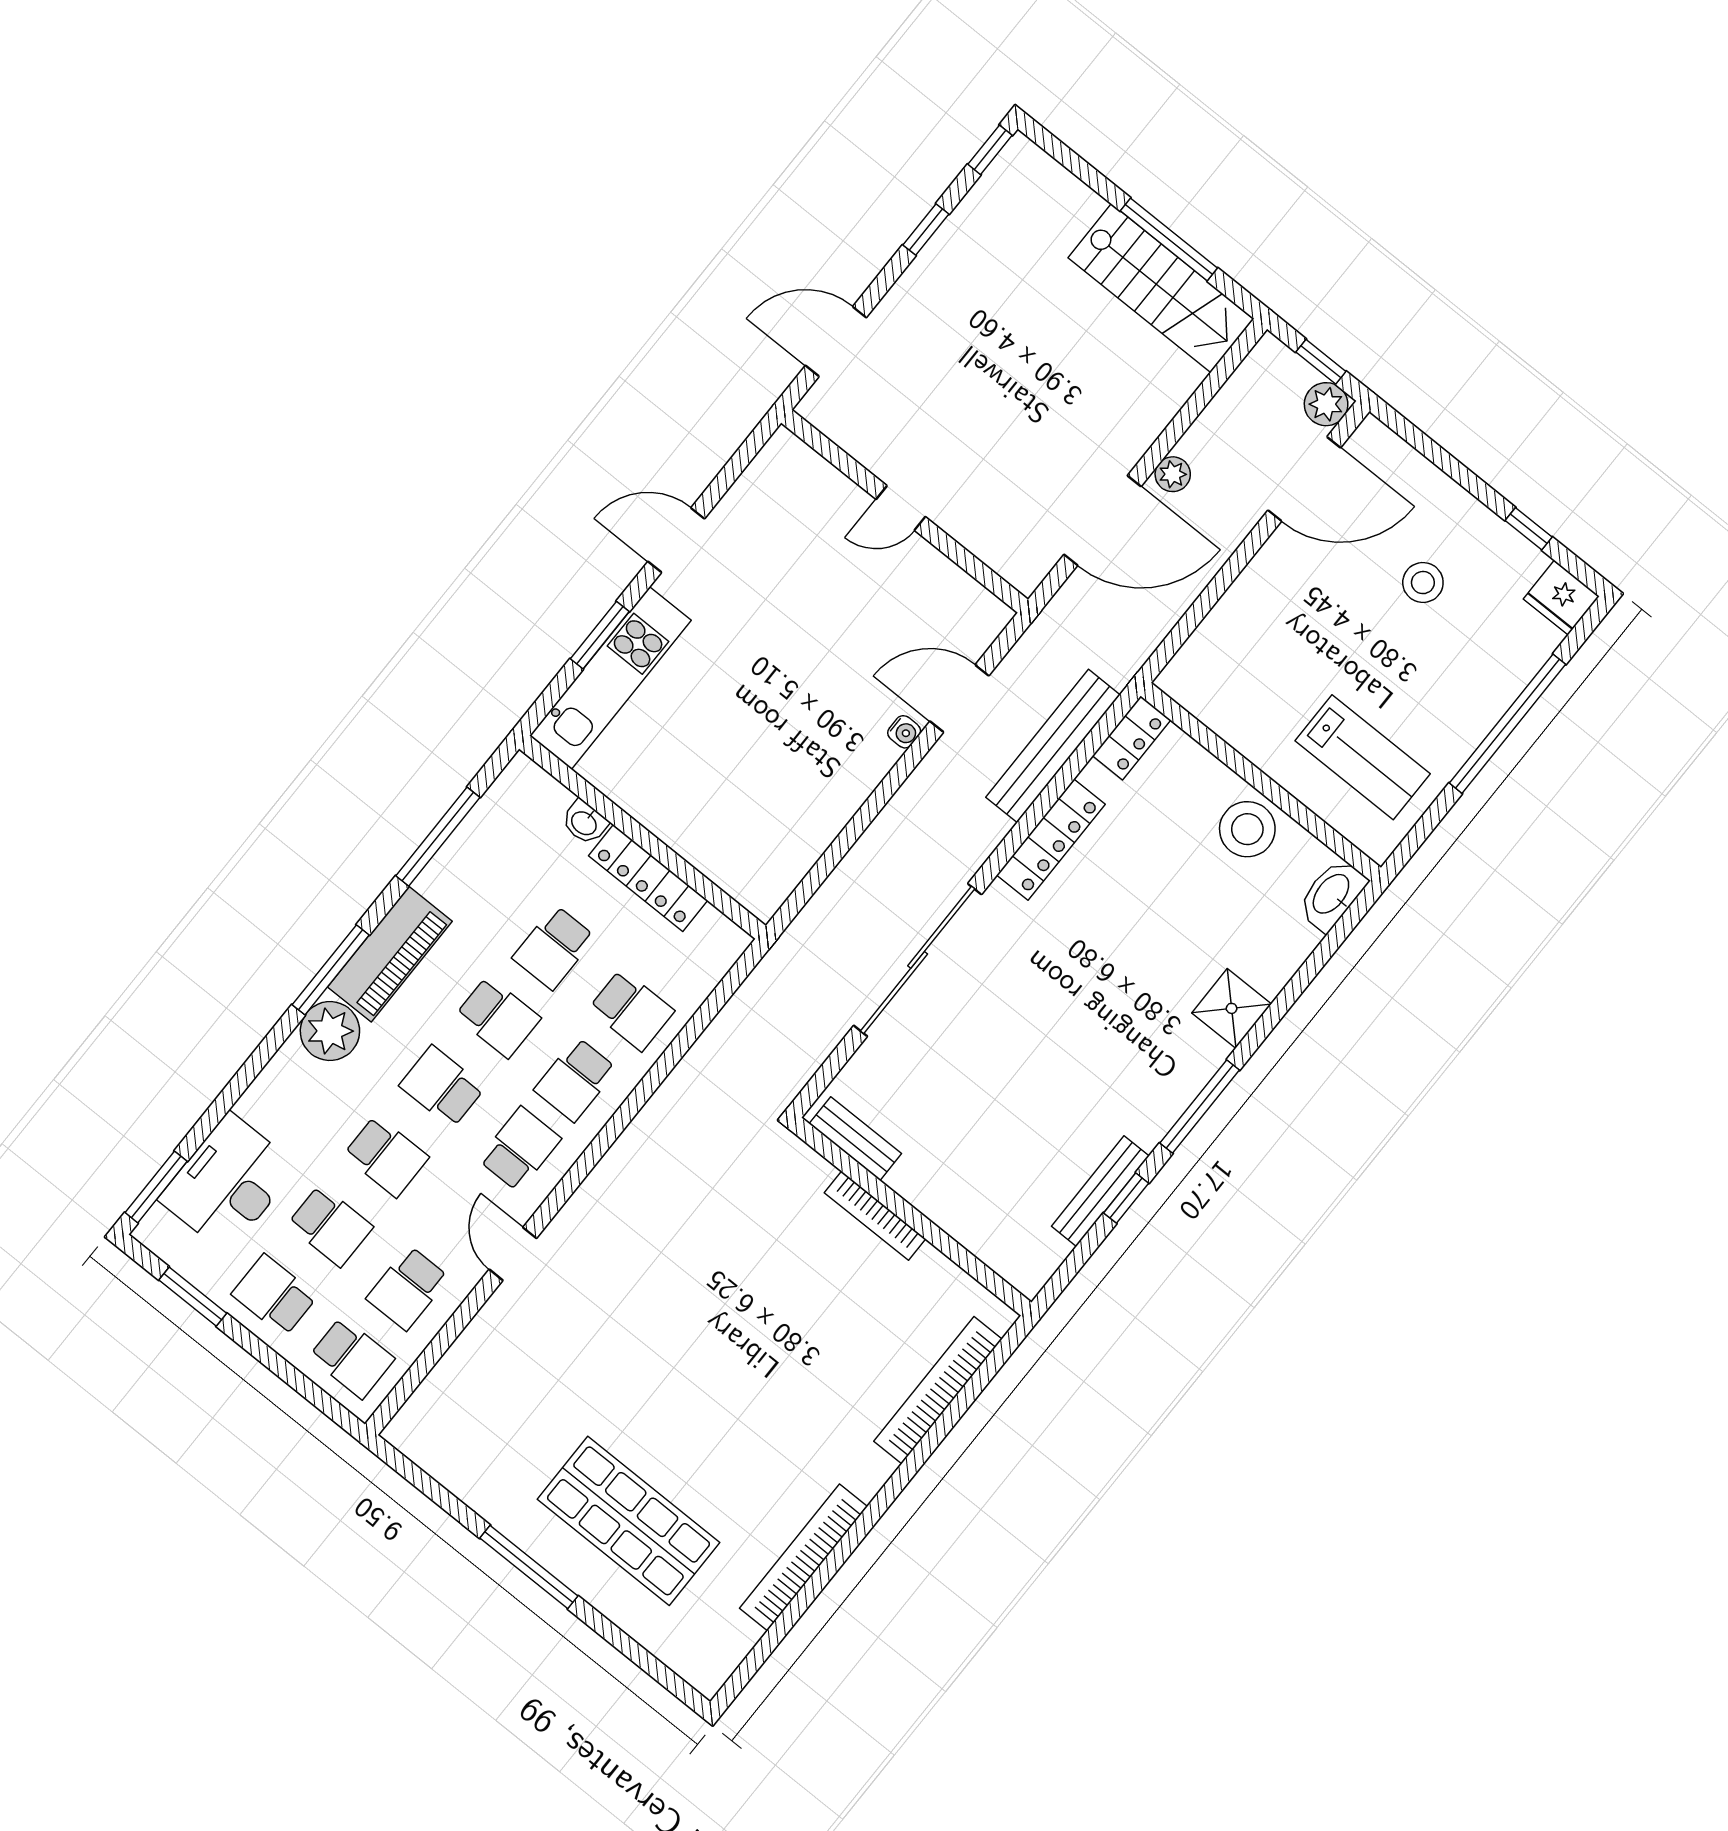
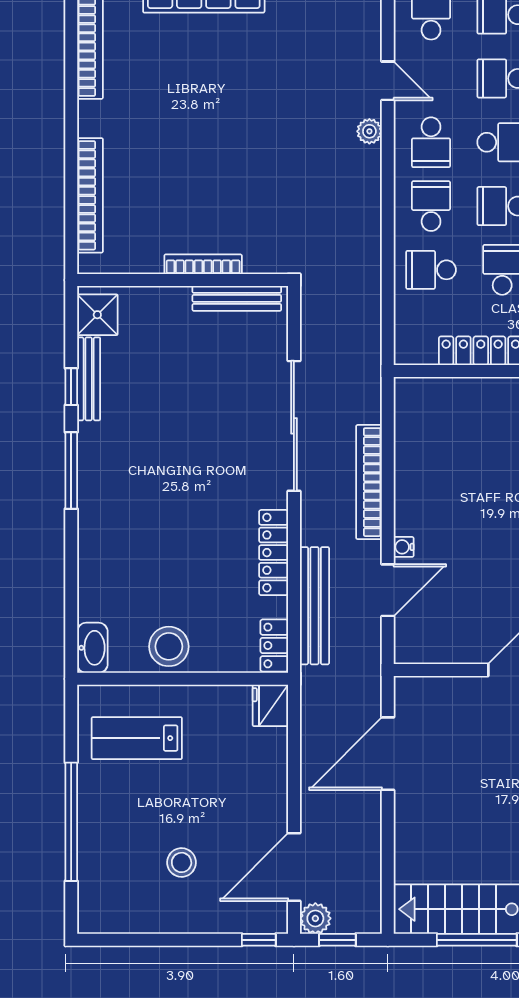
plant: (1173, 474) -> (369, 131), moved
window: (1529, 529) -> (259, 940), moved
fridge: (1561, 597) -> (270, 705), moved, turned -90
bookcase: (885, 833) -> (369, 482), added
shower: (1232, 1008) -> (97, 315), moved
bench: (855, 1139) -> (237, 298), width x1.36

